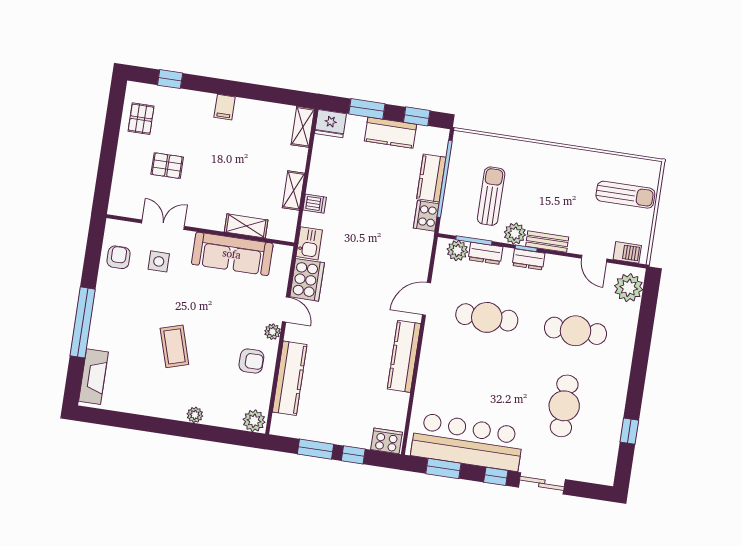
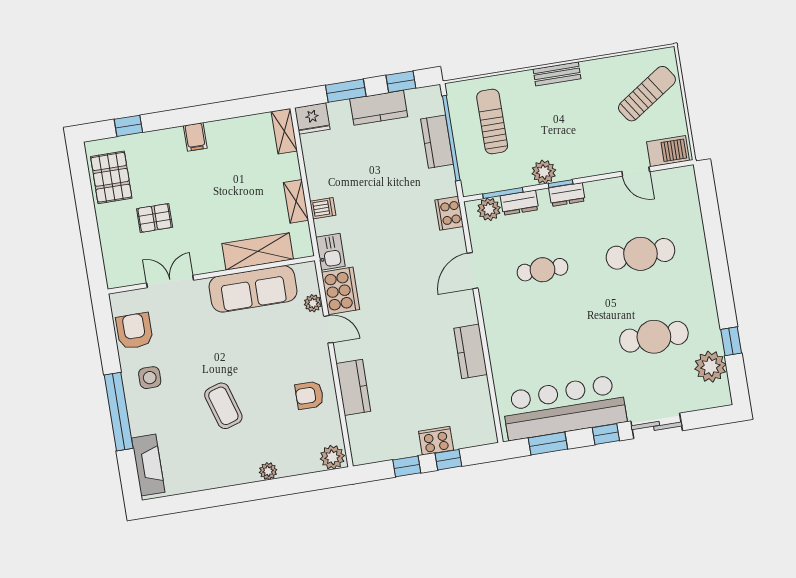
pallet: (141, 119) -> (111, 177), width x1.50, depth x1.42
sun lounger: (625, 195) -> (647, 94), turned -34
sun lounger: (491, 196) -> (492, 121), moved
cooker: (426, 216) -> (449, 213), moved
shelving: (246, 226) -> (258, 251), width x1.50, depth x1.33
bench: (547, 242) -> (557, 74), moved
barbecue: (627, 252) -> (668, 151), width x1.38, depth x1.27
armchair: (119, 257) -> (134, 331), width x1.38, depth x1.38
side table: (159, 261) -> (150, 378), moved
plant: (629, 288) -> (710, 367), moved
cafe table: (487, 317) -> (543, 270), width x0.73, depth x0.74
plant: (273, 332) -> (313, 303), moved
kitchen counter: (404, 356) -> (471, 351), width x0.67
armchair: (251, 361) -> (309, 395), turned 180
kitchen counter: (290, 378) -> (353, 387), width x0.67
cafe table: (564, 406) -> (654, 337), turned 90
cooker: (387, 441) -> (436, 441), moved
window: (316, 449) -> (407, 466), width x0.67

